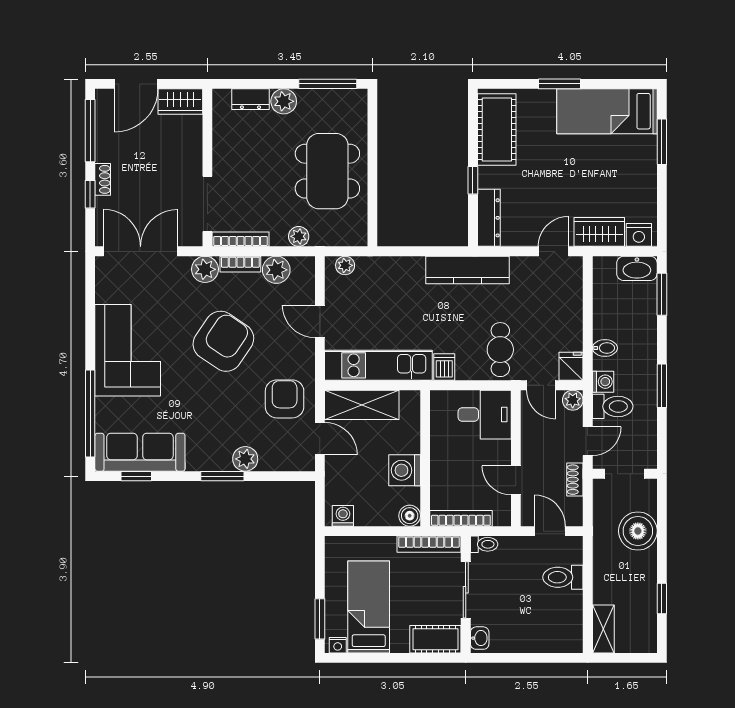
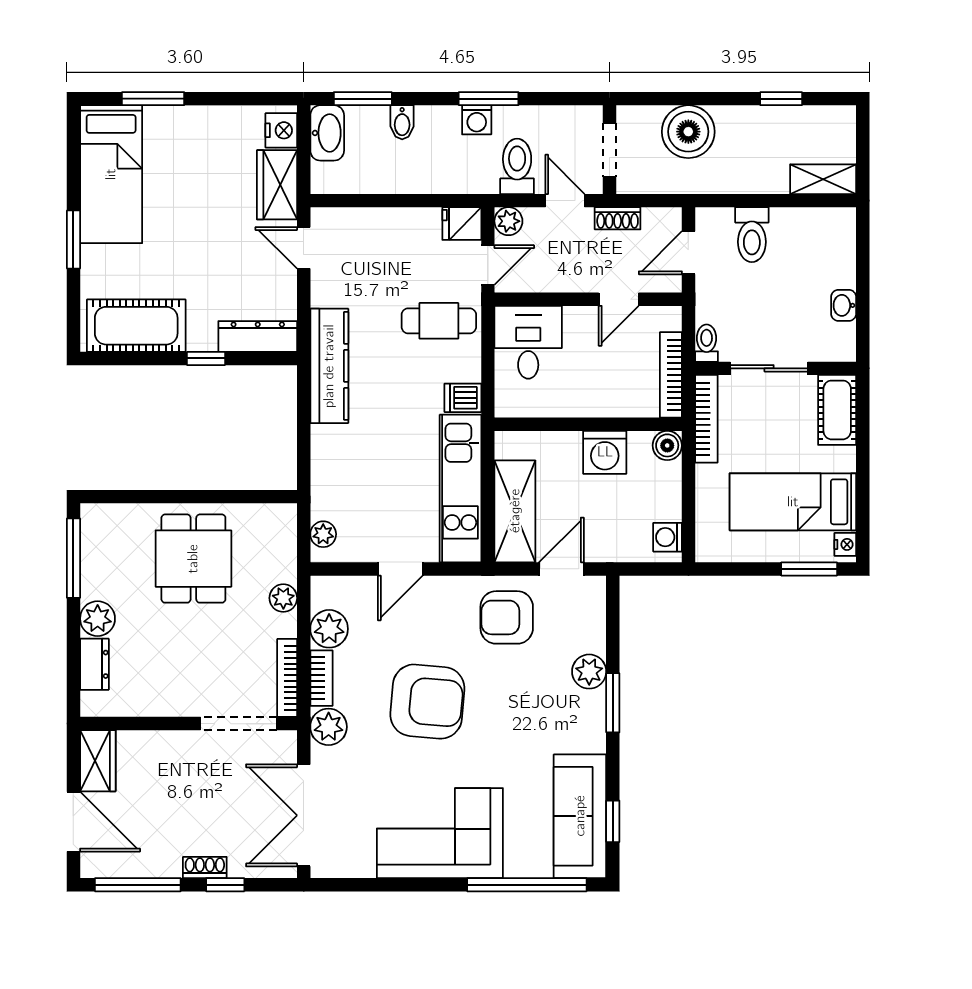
dining table: (327, 171) -> (193, 559), width x0.73
armchair: (223, 341) -> (427, 702), turned 151
bidet: (605, 348) -> (402, 122), moved, turned 180
washing machine: (603, 382) -> (477, 120), moved, turned 180
washbasin: (480, 638) -> (844, 305), moved, turned -90

